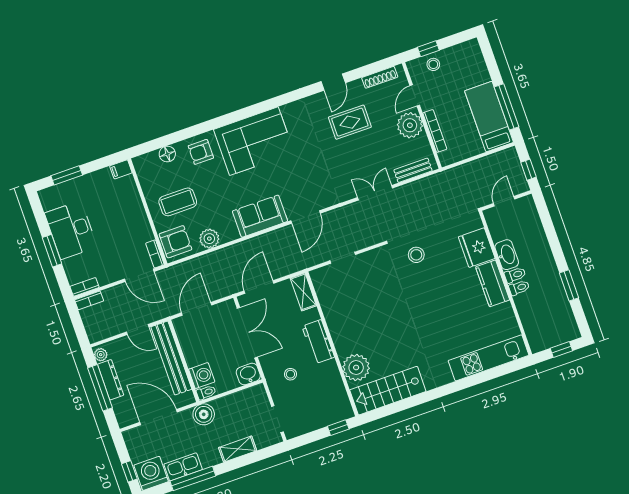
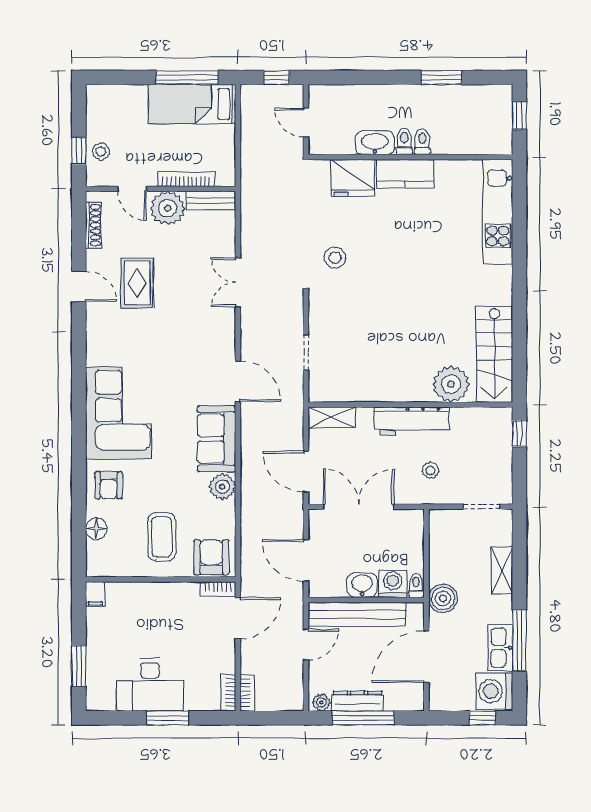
bench: (413, 170) -> (211, 200), moved, turned 90
plant: (209, 239) -> (222, 487), moved
workbench: (318, 342) -> (412, 421), width x1.38
washbasin: (248, 374) -> (362, 585), moved, turned 90

